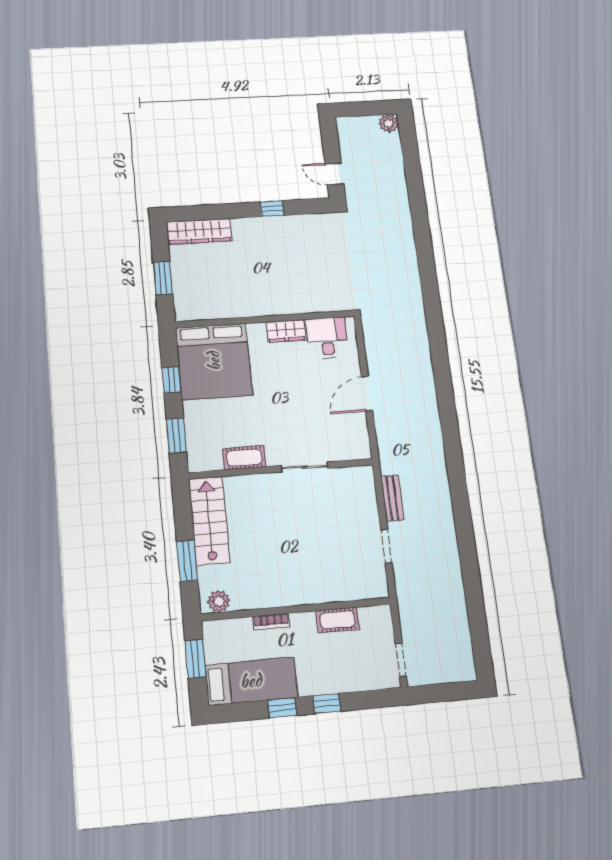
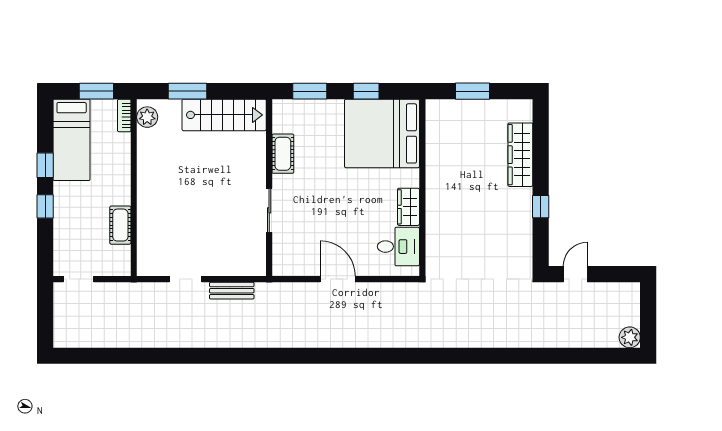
wardrobe: (199, 231) -> (520, 155), moved
bookcase: (271, 622) -> (124, 115), moved

